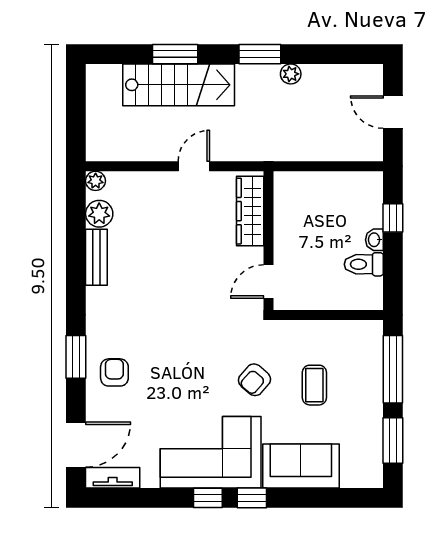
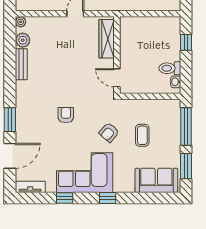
washbasin: (374, 240) -> (176, 82), moved
door: (269, 281) -> (117, 78), hinge flipped
armchair: (114, 372) -> (66, 115), moved
door: (76, 445) -> (10, 156), moved
sofa: (301, 466) -> (156, 180), moved
window: (208, 498) -> (65, 198), moved

